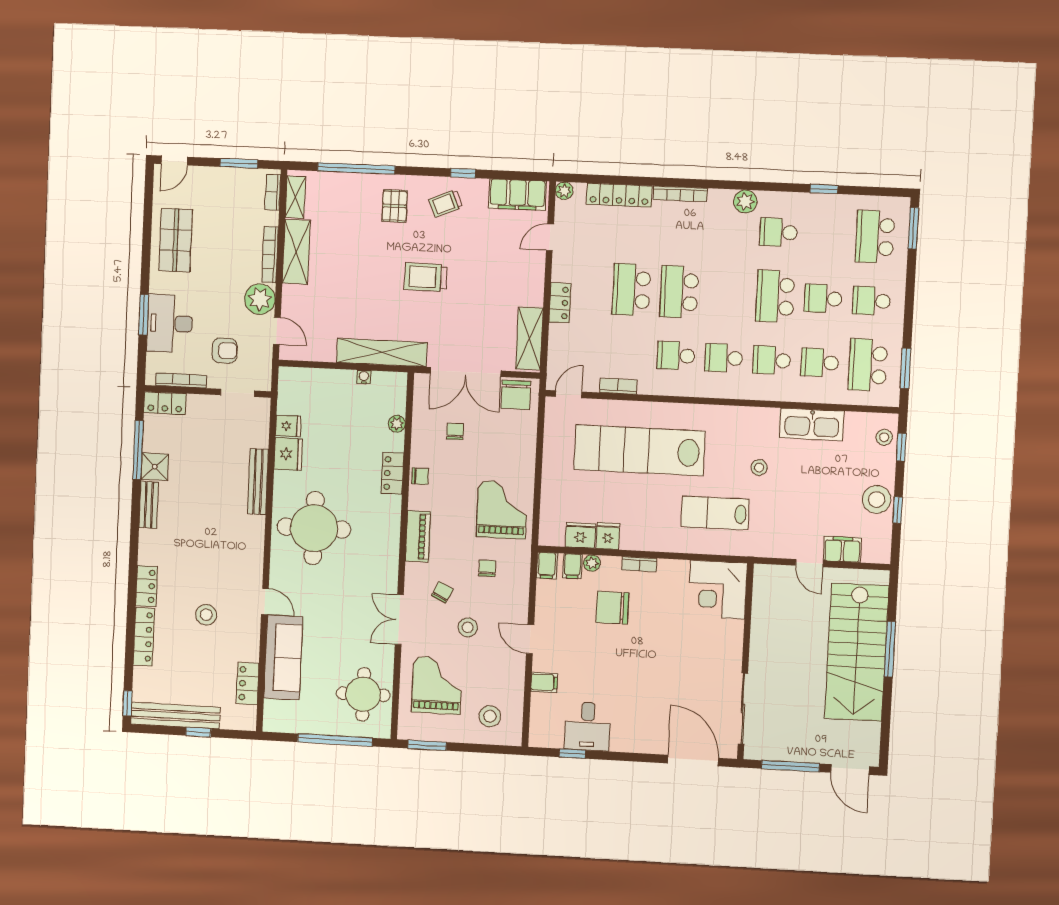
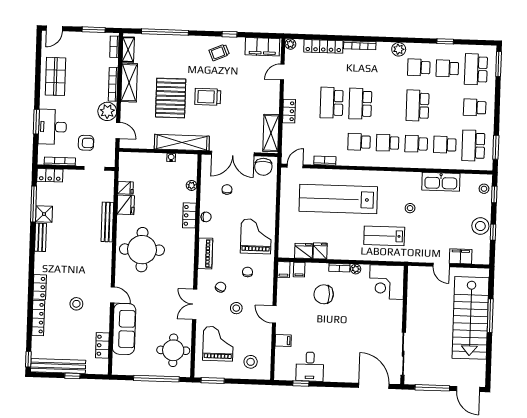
pallet: (395, 206) -> (171, 98), moved, width x2.05, depth x2.00
school desk: (823, 299) -> (447, 68), moved
plant: (592, 563) -> (356, 269), moved

